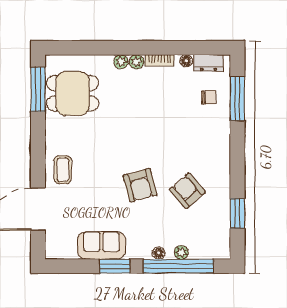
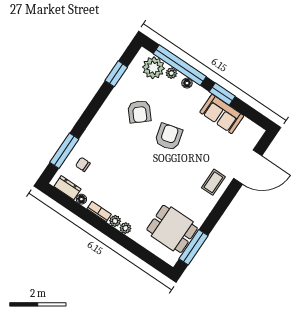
plant: (204, 245) -> (153, 68), added

